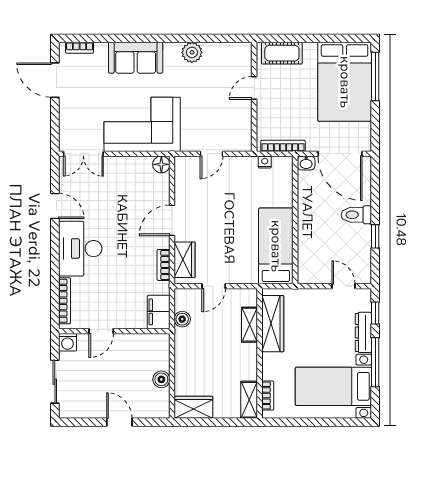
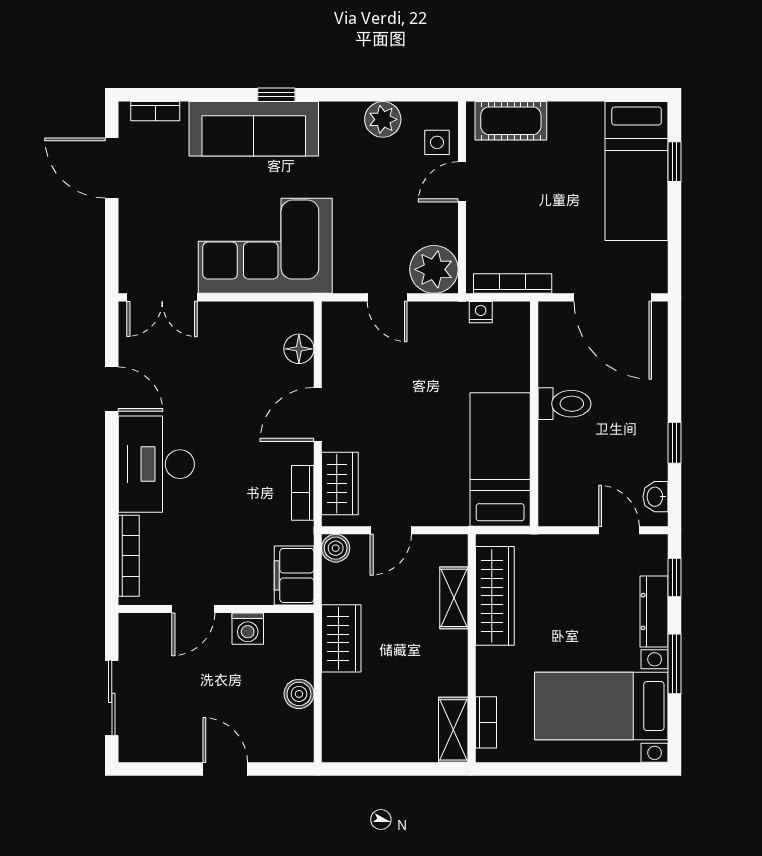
window: (148, 38) -> (276, 95), added
plant: (192, 52) -> (383, 119), moved
sofa: (136, 58) -> (254, 129), width x1.36
side table: (240, 66) -> (437, 142), added
window: (375, 76) -> (674, 162), width x0.46
bed: (345, 82) -> (637, 171), width x0.67
plant: (238, 138) -> (434, 269), added
door: (212, 154) -> (387, 297), hinge flipped
washbasin: (306, 163) -> (656, 497), moved, turned 90
floor lamp: (161, 164) -> (299, 349), moved
toilet: (356, 215) -> (564, 404), moved, turned 180
boiler: (182, 319) -> (336, 548), moved
washing machine: (67, 342) -> (248, 629), moved
window: (375, 362) -> (674, 664), width x0.69
wardrobe: (193, 407) -> (341, 638), moved, turned 90

